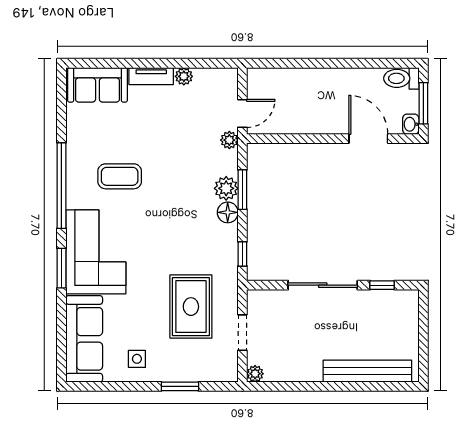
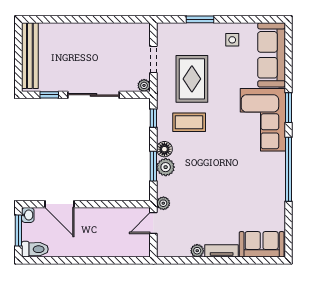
coffee table: (120, 176) -> (189, 122), moved
bench: (367, 371) -> (30, 56), moved, turned 90
plant: (255, 374) -> (144, 85), moved

